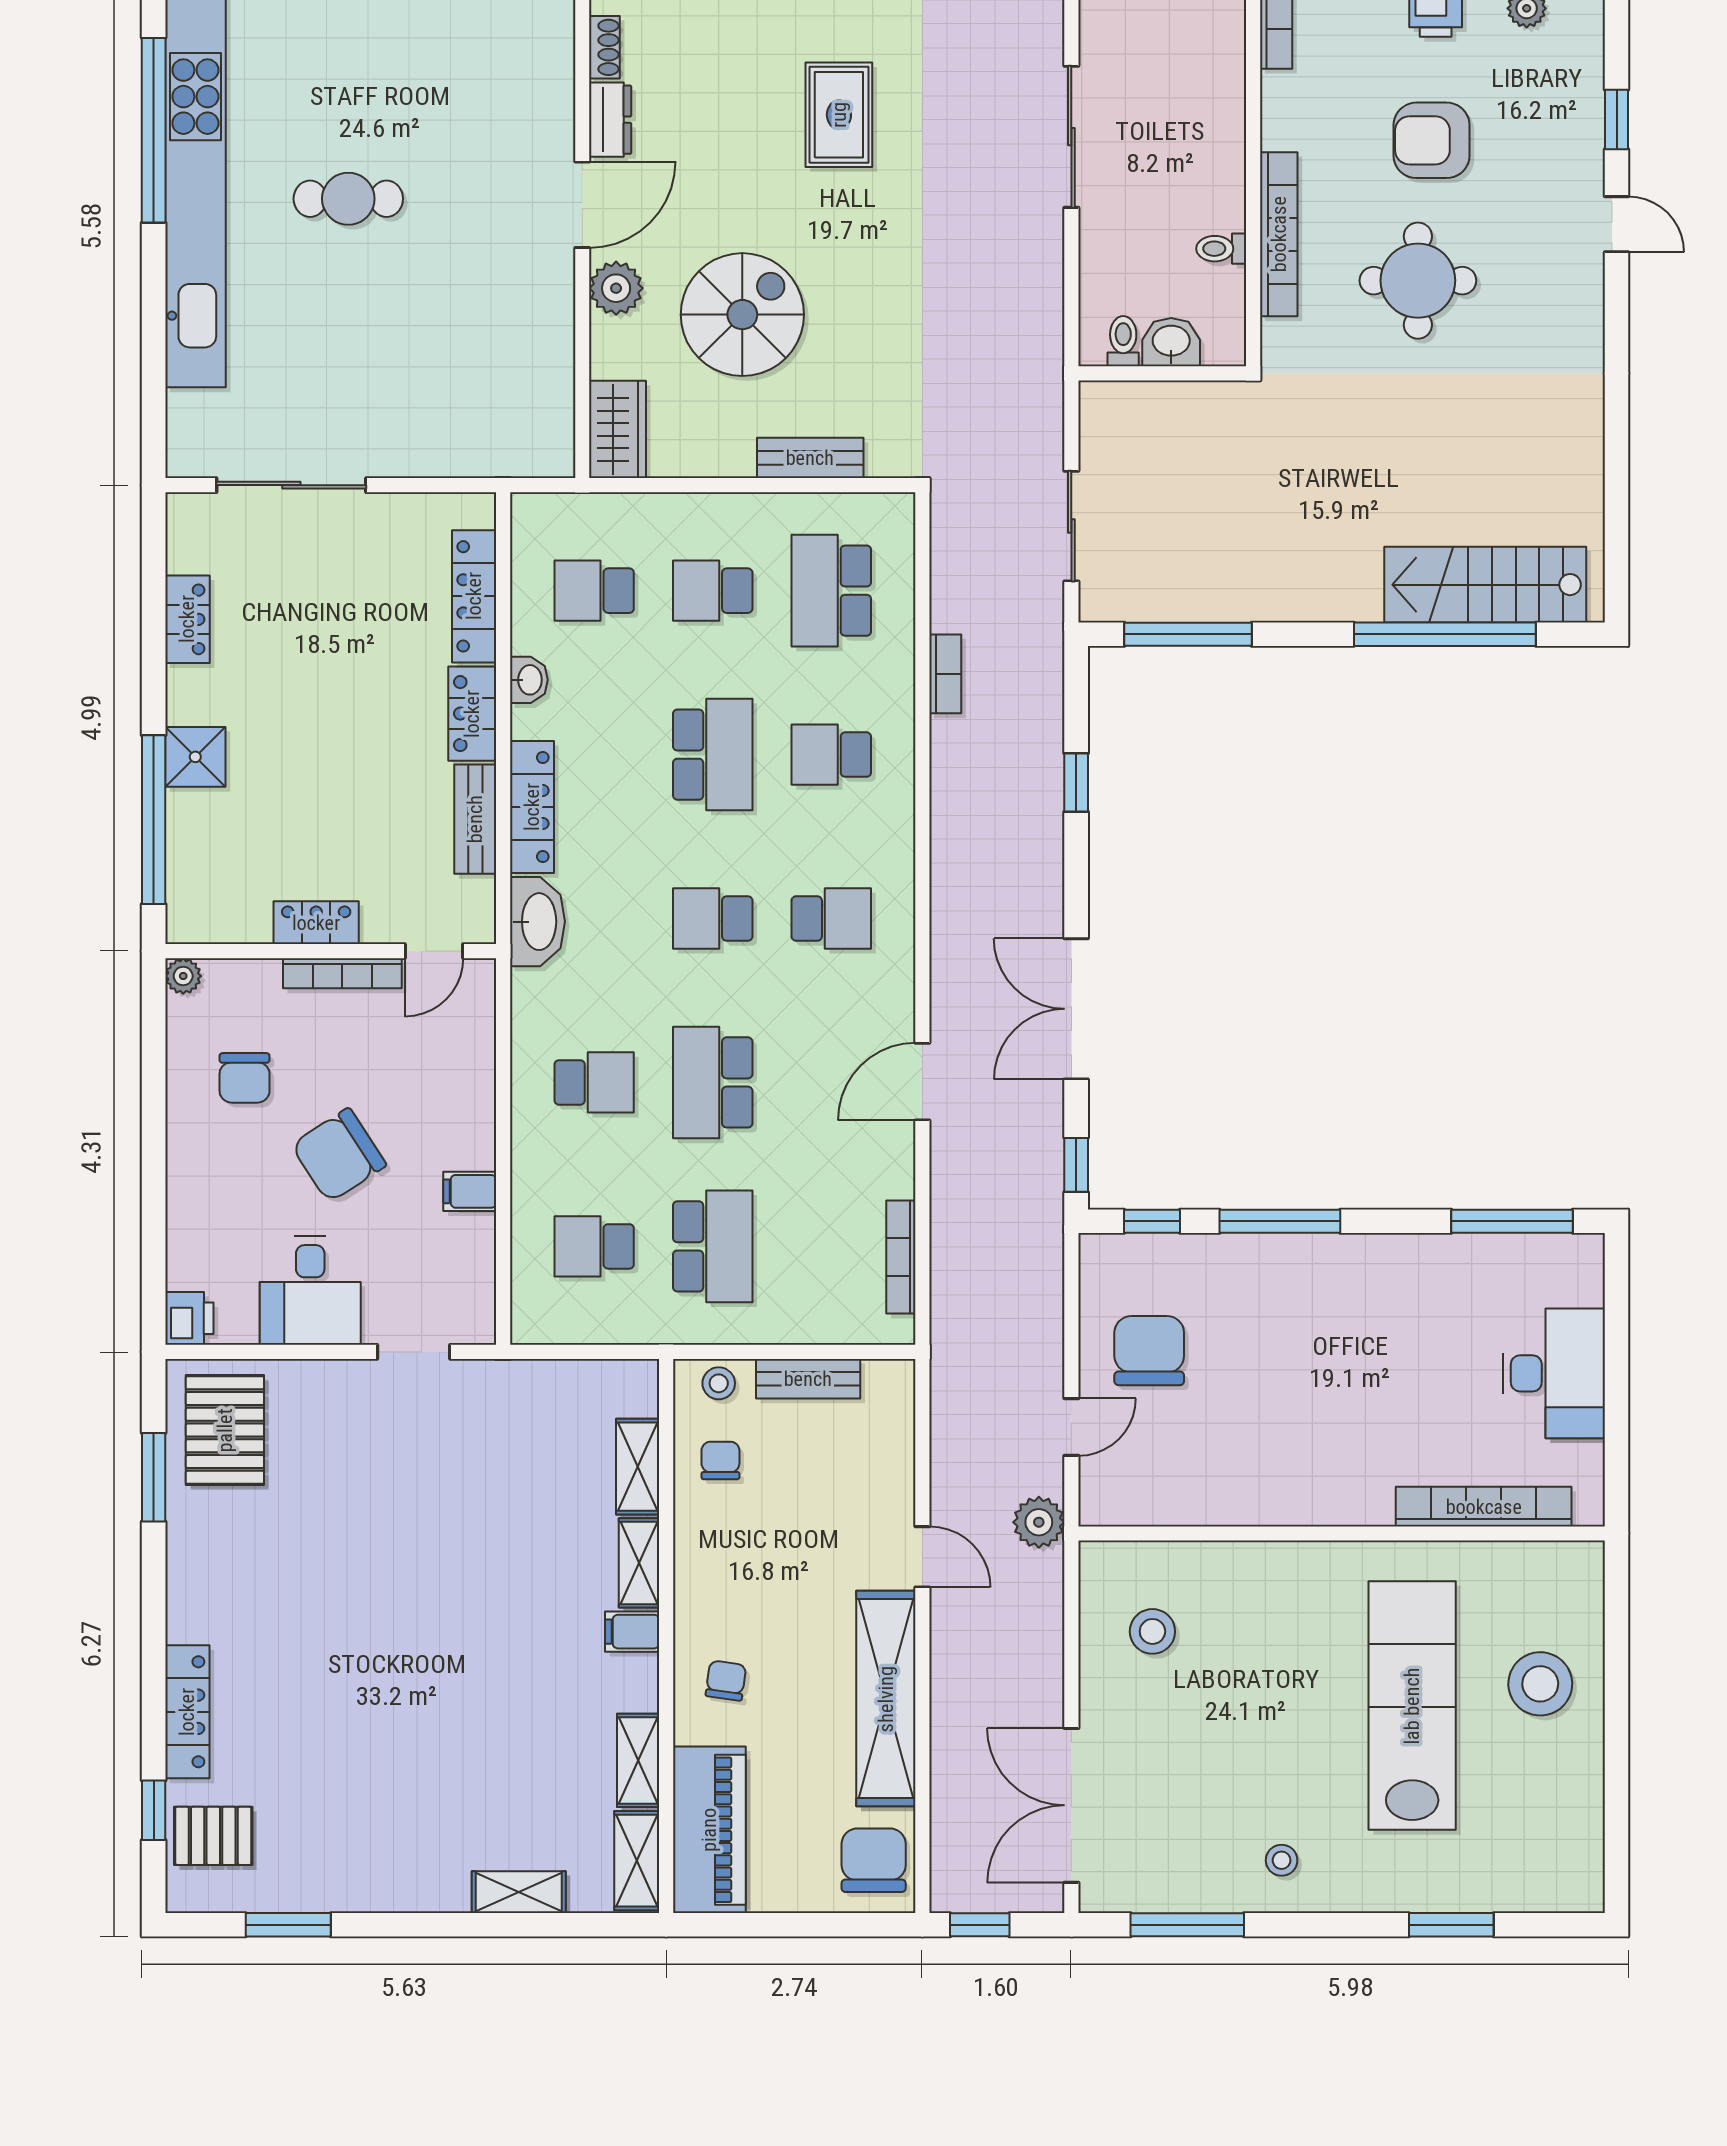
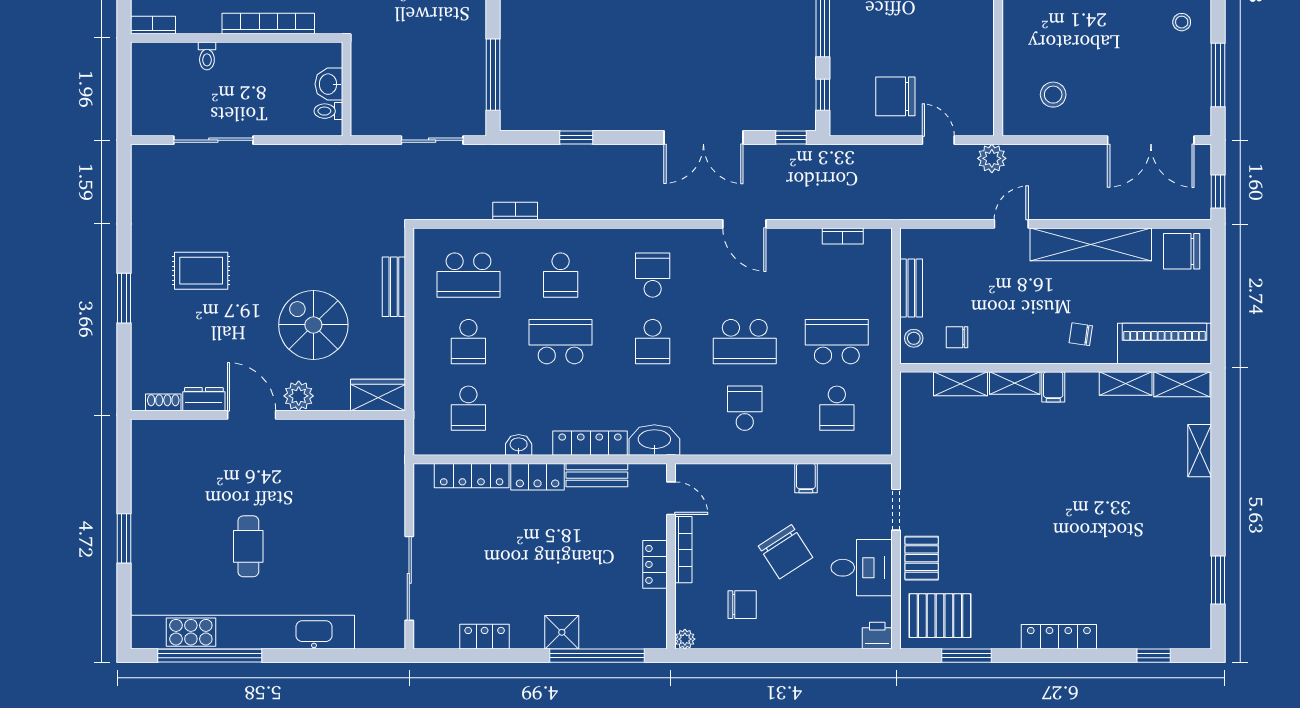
toilet: (1221, 249) -> (207, 56), moved
bookcase: (901, 1257) -> (843, 236), width x0.64
locker: (187, 1712) -> (1059, 637), moved
pallet: (213, 1836) -> (922, 558), moved

